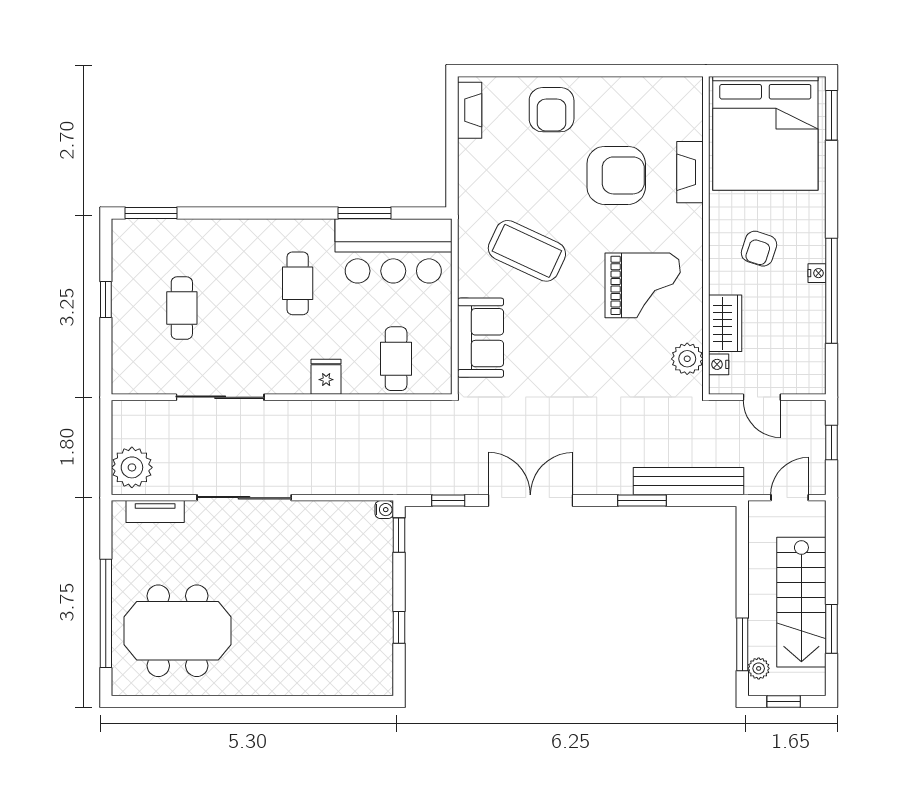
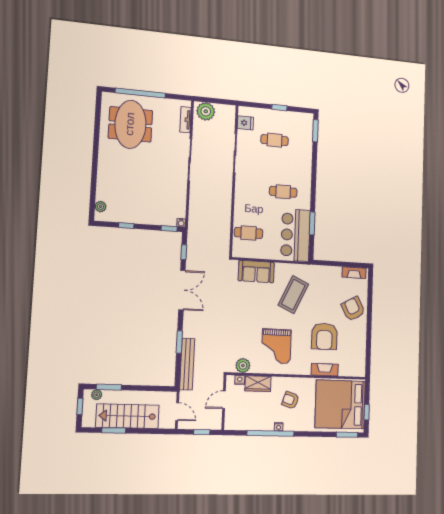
window: (781, 71) -> (367, 412), added
armchair: (552, 110) -> (353, 309), turned 62
fridge: (326, 377) -> (245, 123), moved
plant: (362, 684) -> (101, 207), added

